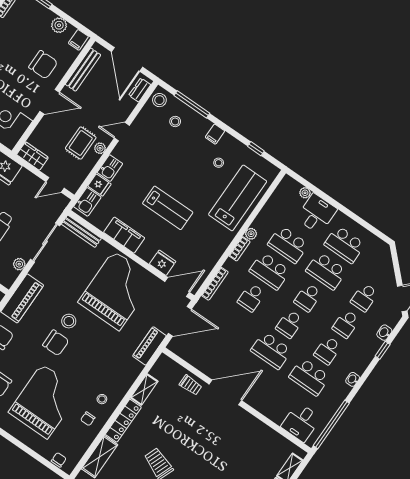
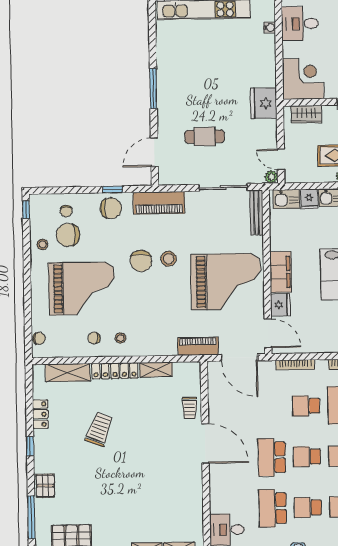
wardrobe: (32, 156) -> (306, 114), moved, turned 90
filing cabinet: (124, 235) -> (281, 272), moved
plant: (19, 264) -> (271, 177), moved

